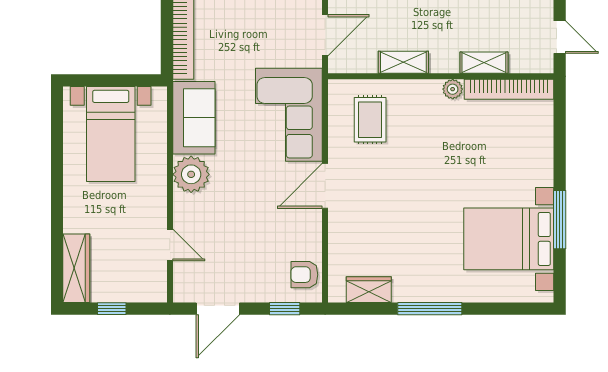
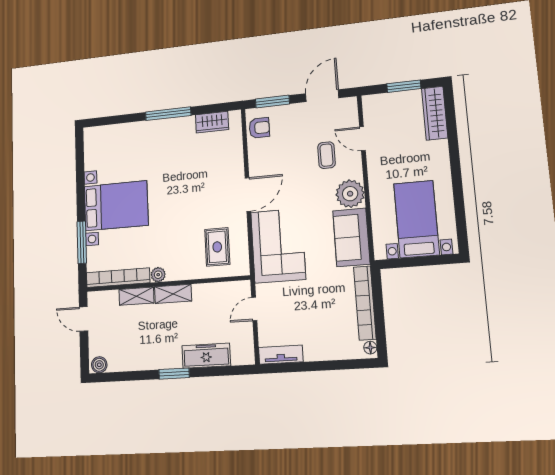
door: (325, 35) -> (254, 309), width x0.73
shelving: (403, 62) -> (173, 294), moved
window: (560, 220) -> (82, 242), moved
coffee table: (218, 228) -> (327, 155), added
bed with nightstands: (509, 239) -> (116, 206), moved
window: (112, 309) -> (404, 86), width x1.50
window: (285, 309) -> (272, 102), width x1.50

